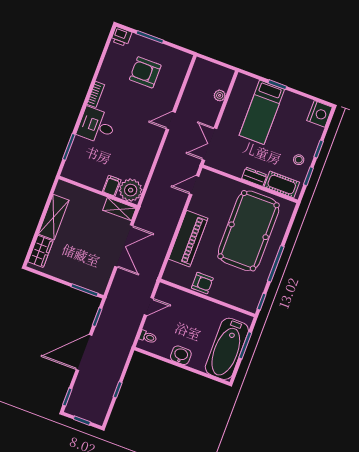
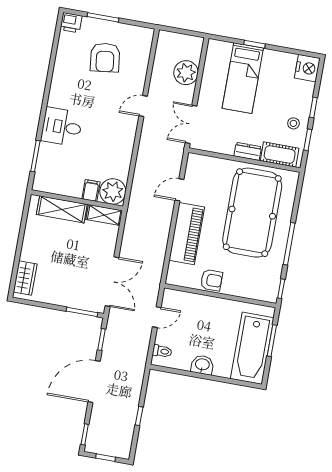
armchair: (145, 72) -> (105, 58), turned -97
bookcase: (96, 94) -> (54, 92), removed
plant: (220, 95) -> (186, 73), width x1.88, depth x1.88
door: (194, 185) -> (179, 190), moved
shelving: (54, 217) -> (62, 209), moved, turned 90
double door: (124, 246) -> (112, 282), moved

